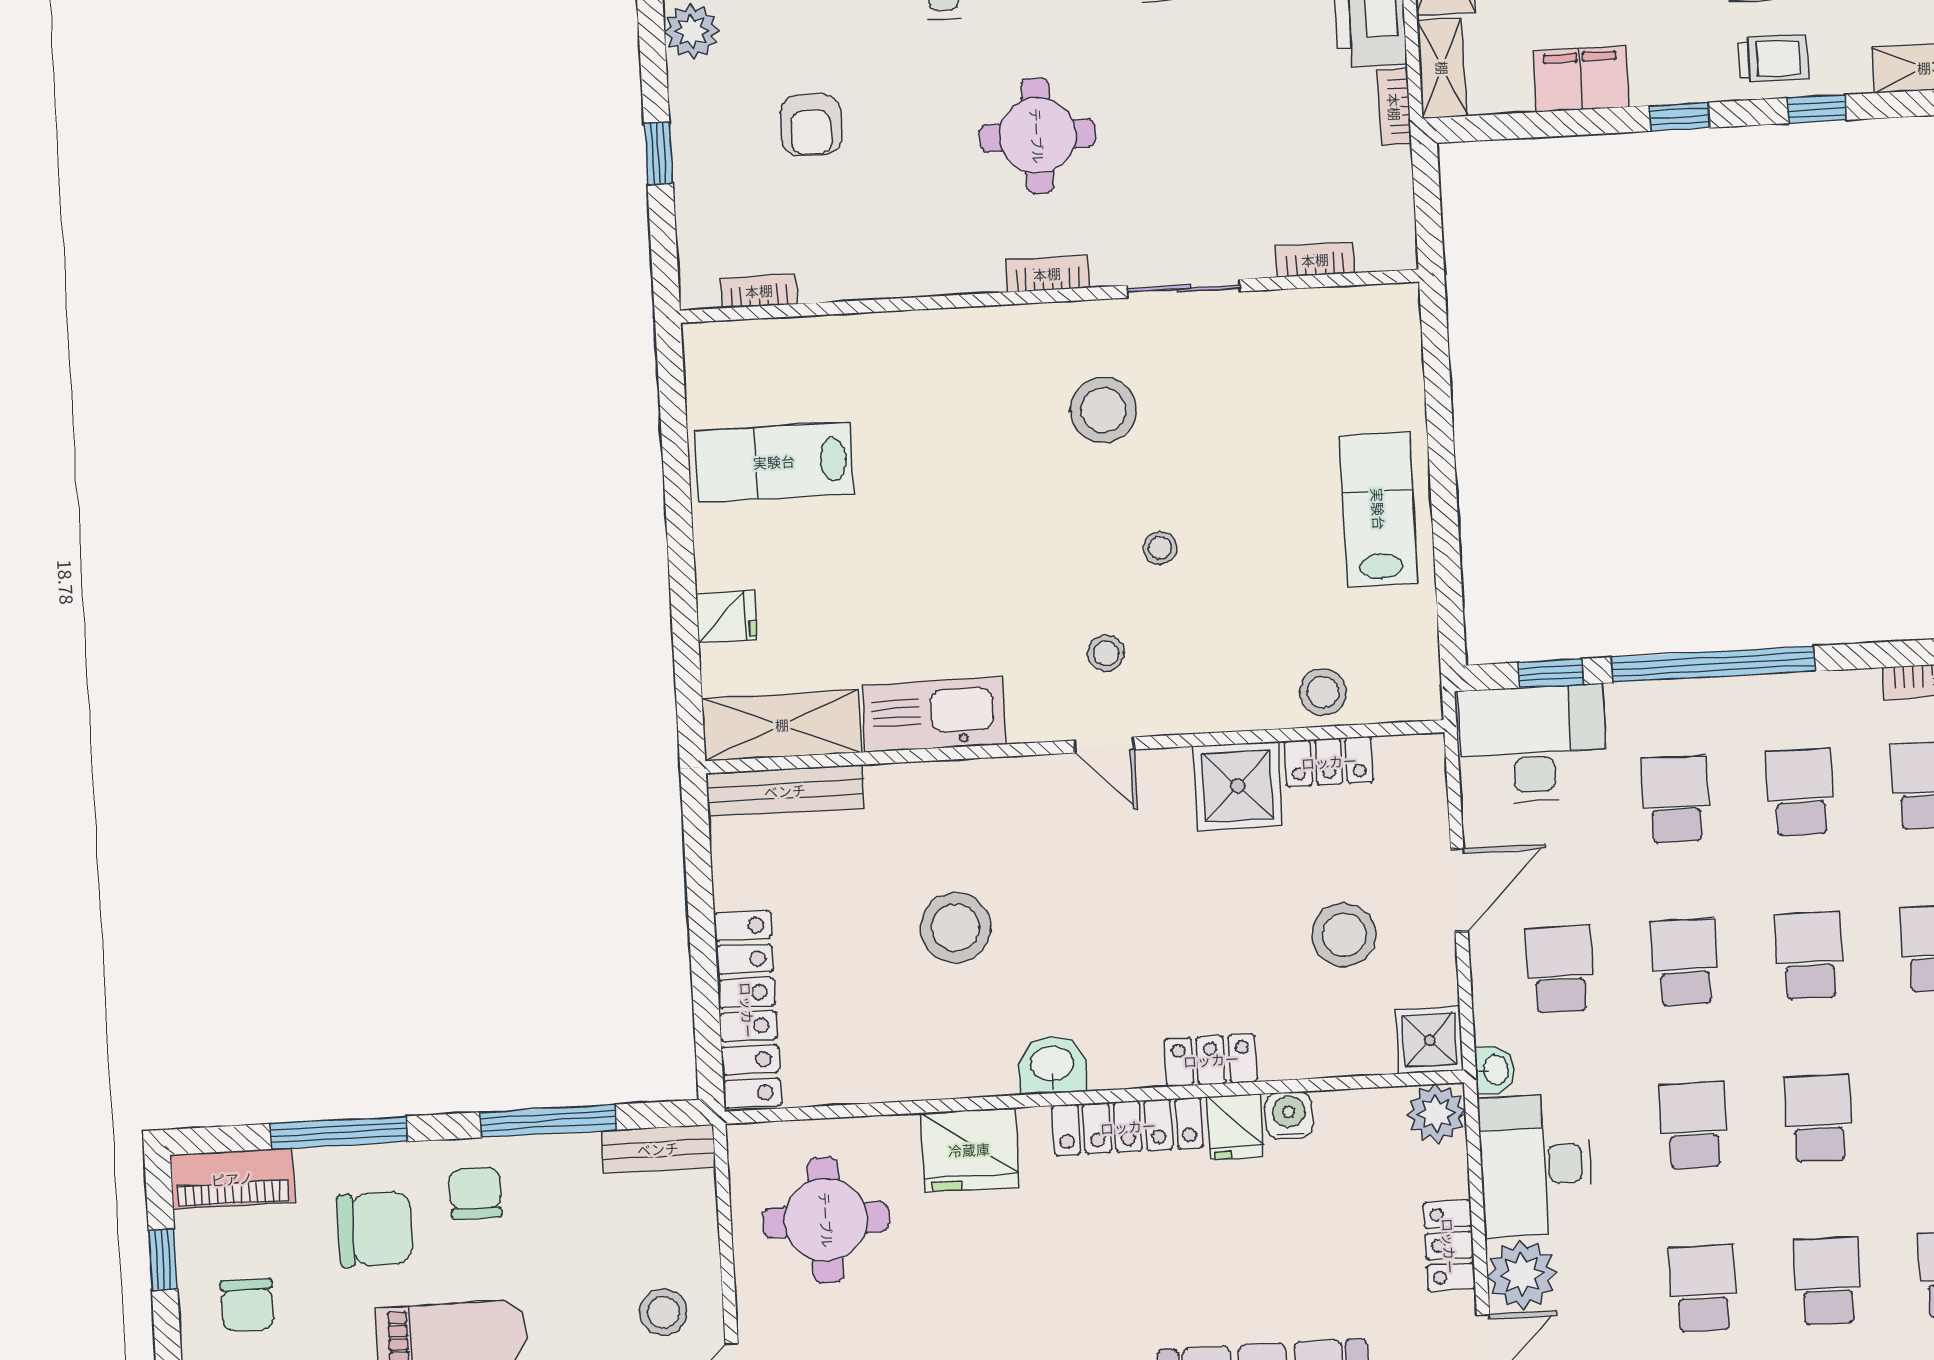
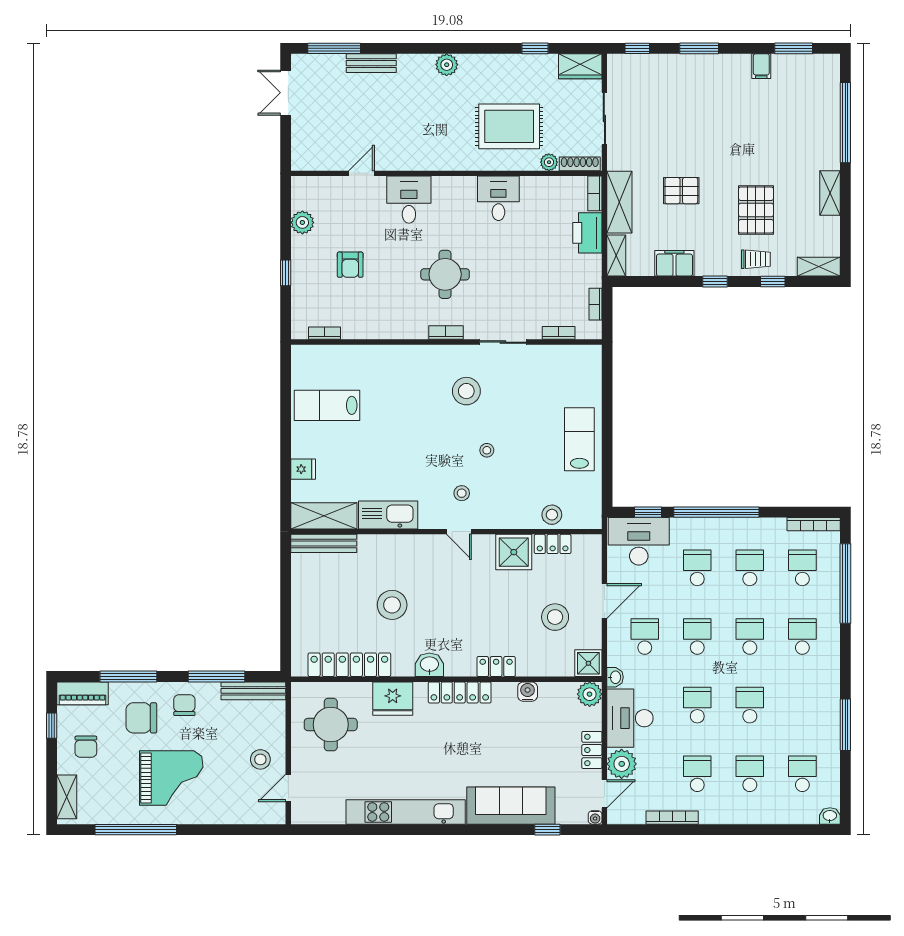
bookcase: (1394, 107) -> (596, 304), moved
locker: (747, 1010) -> (349, 665), moved, turned -90
fridge: (1235, 1127) -> (505, 695), removed
bench: (658, 1149) -> (253, 691), width x1.36
chair: (375, 1229) -> (141, 718), turned 180

